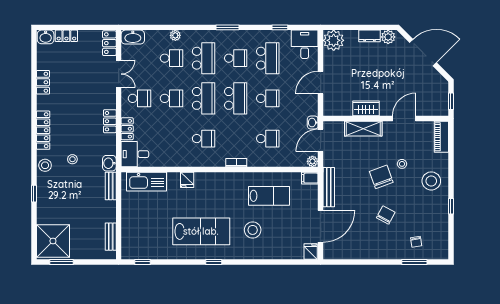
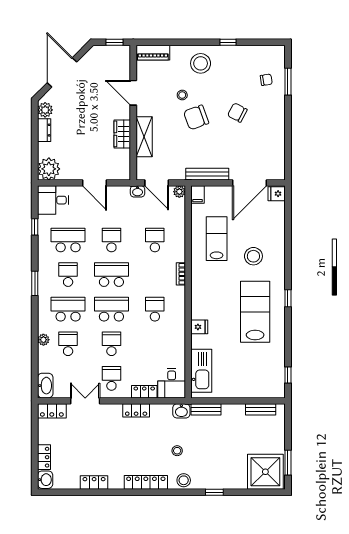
door: (321, 226) -> (249, 183), swing flipped

